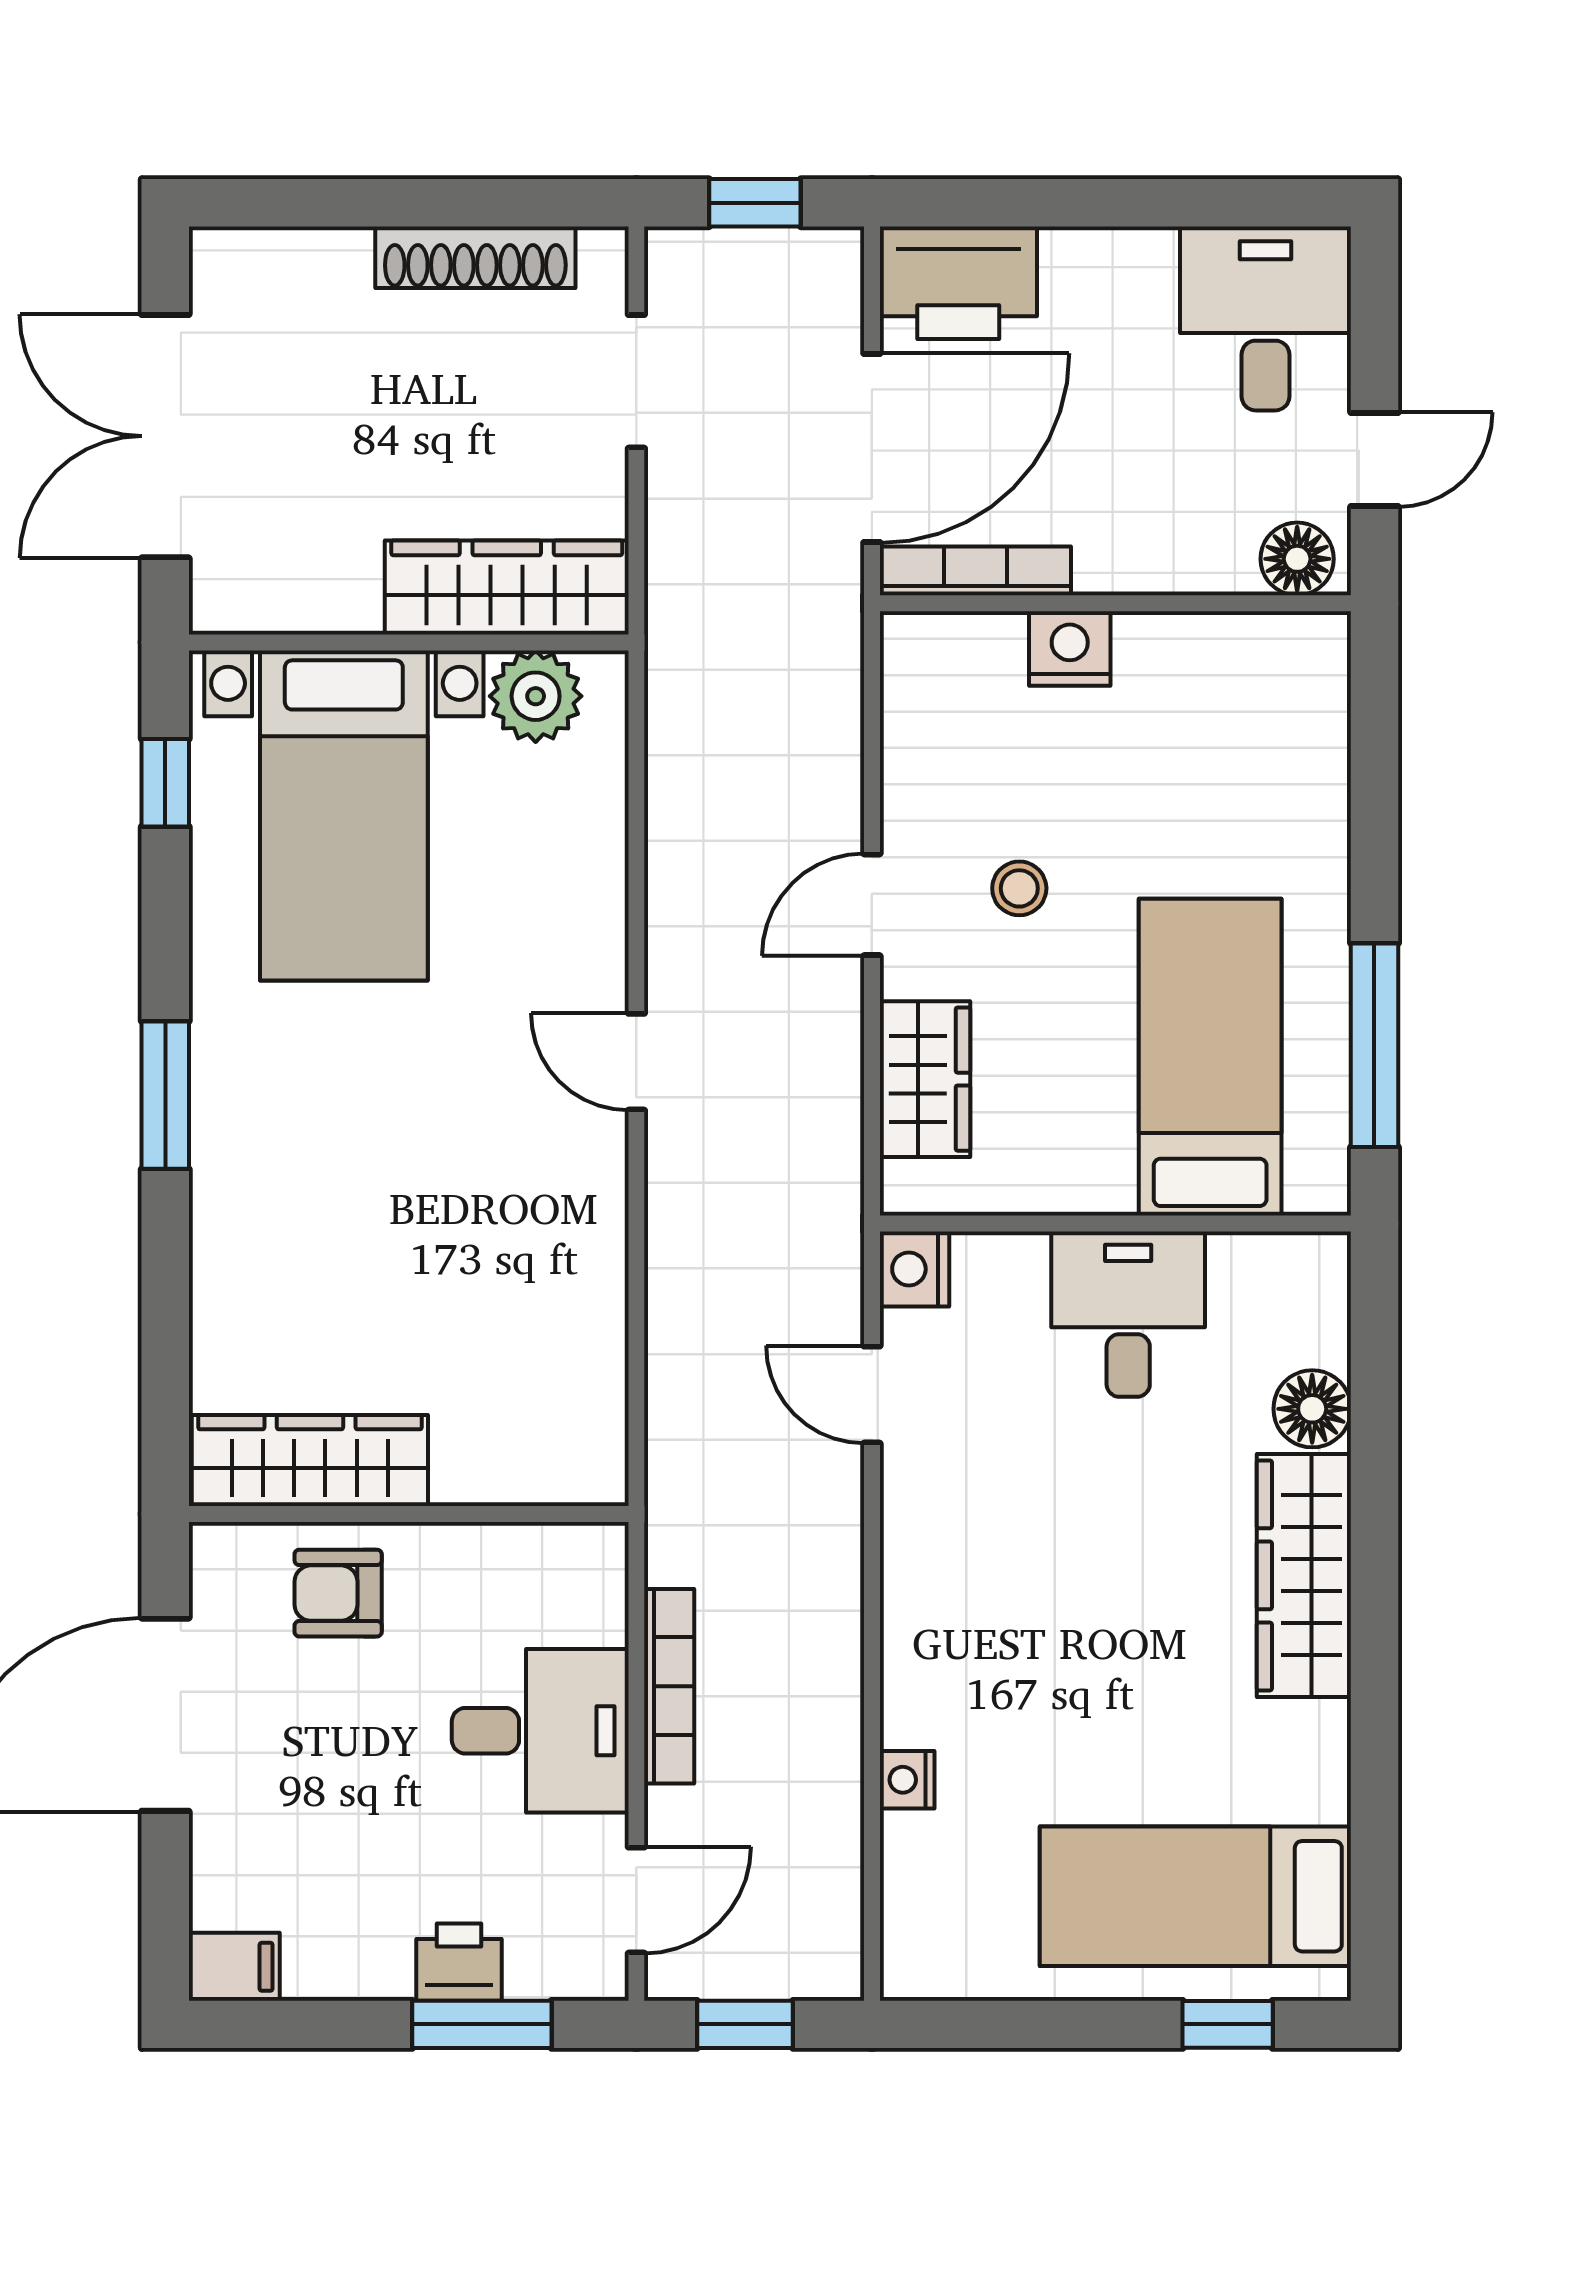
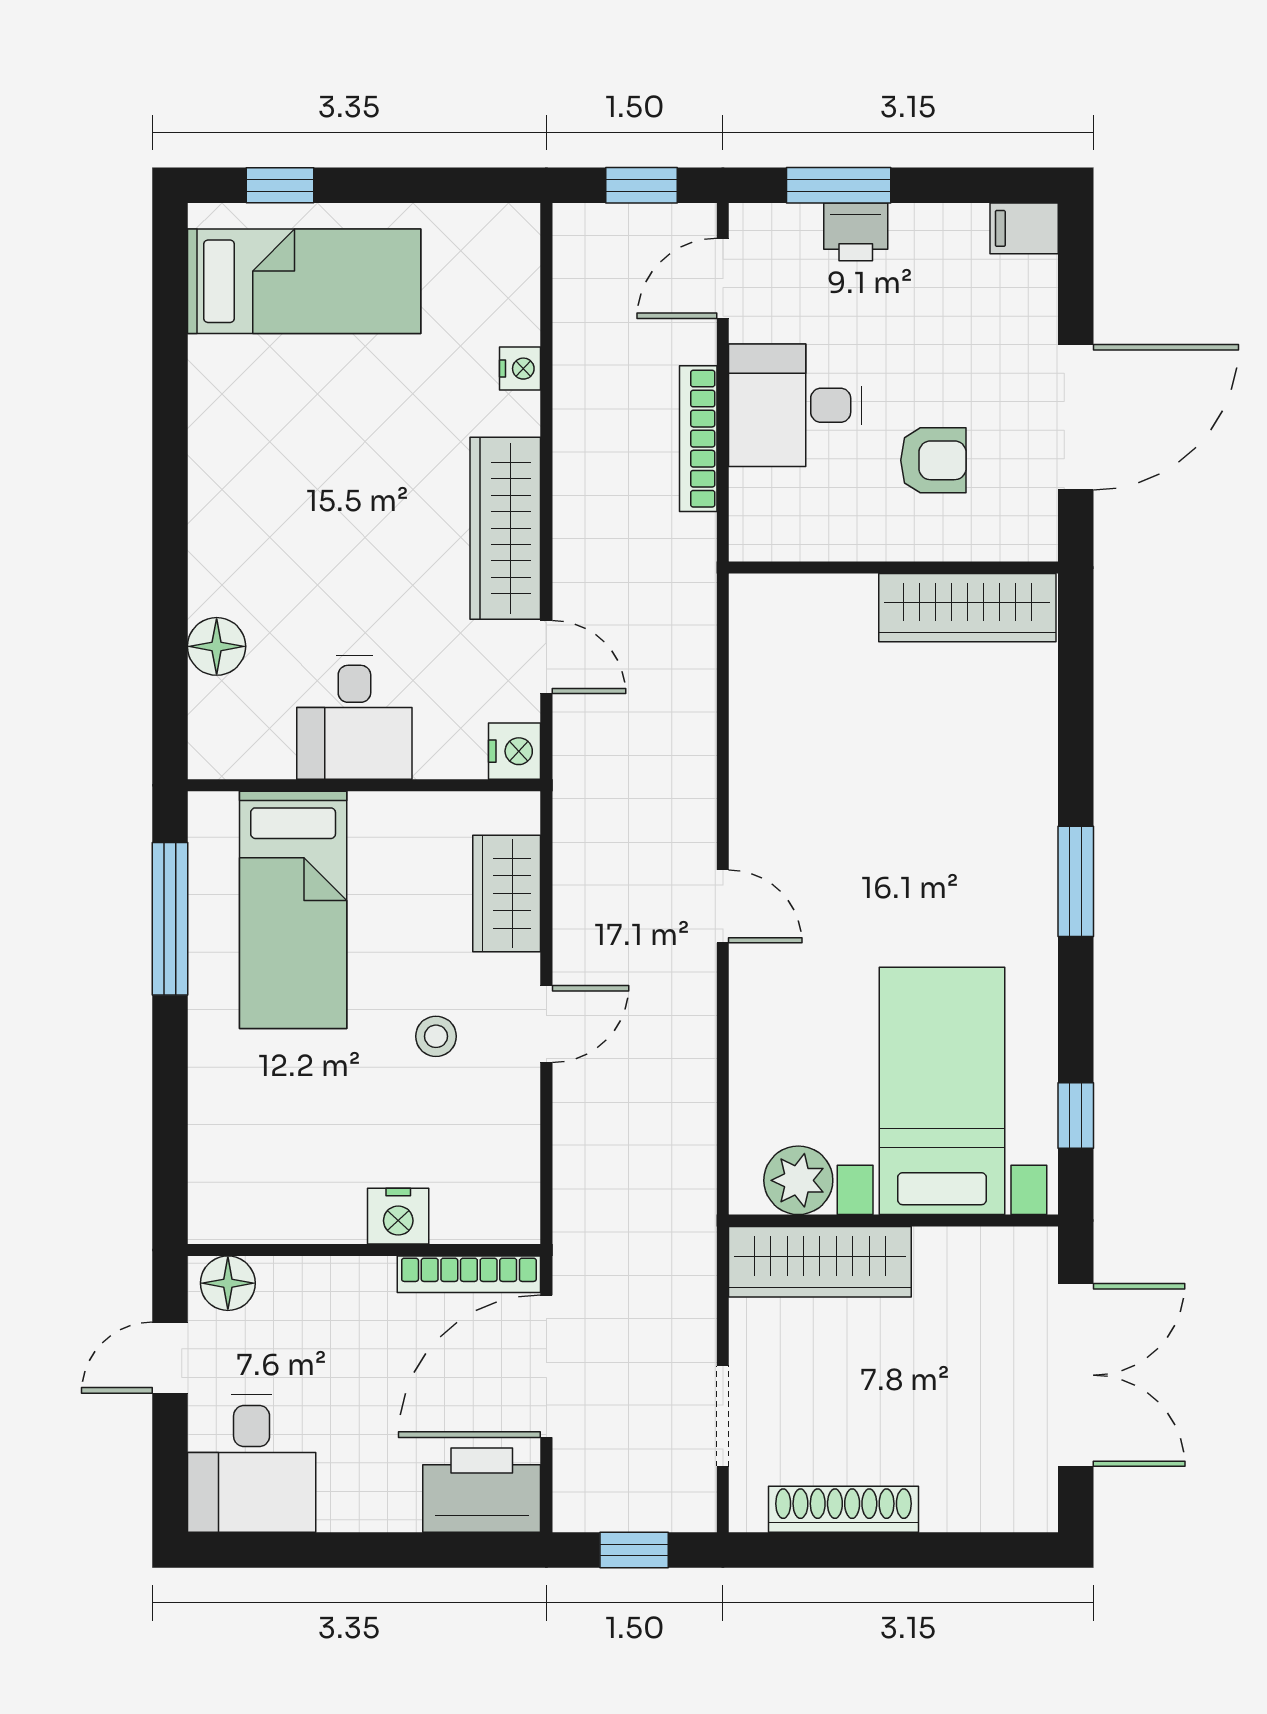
wardrobe: (1304, 1575) -> (505, 528), moved, turned 180
armchair: (338, 1593) -> (933, 460), moved

